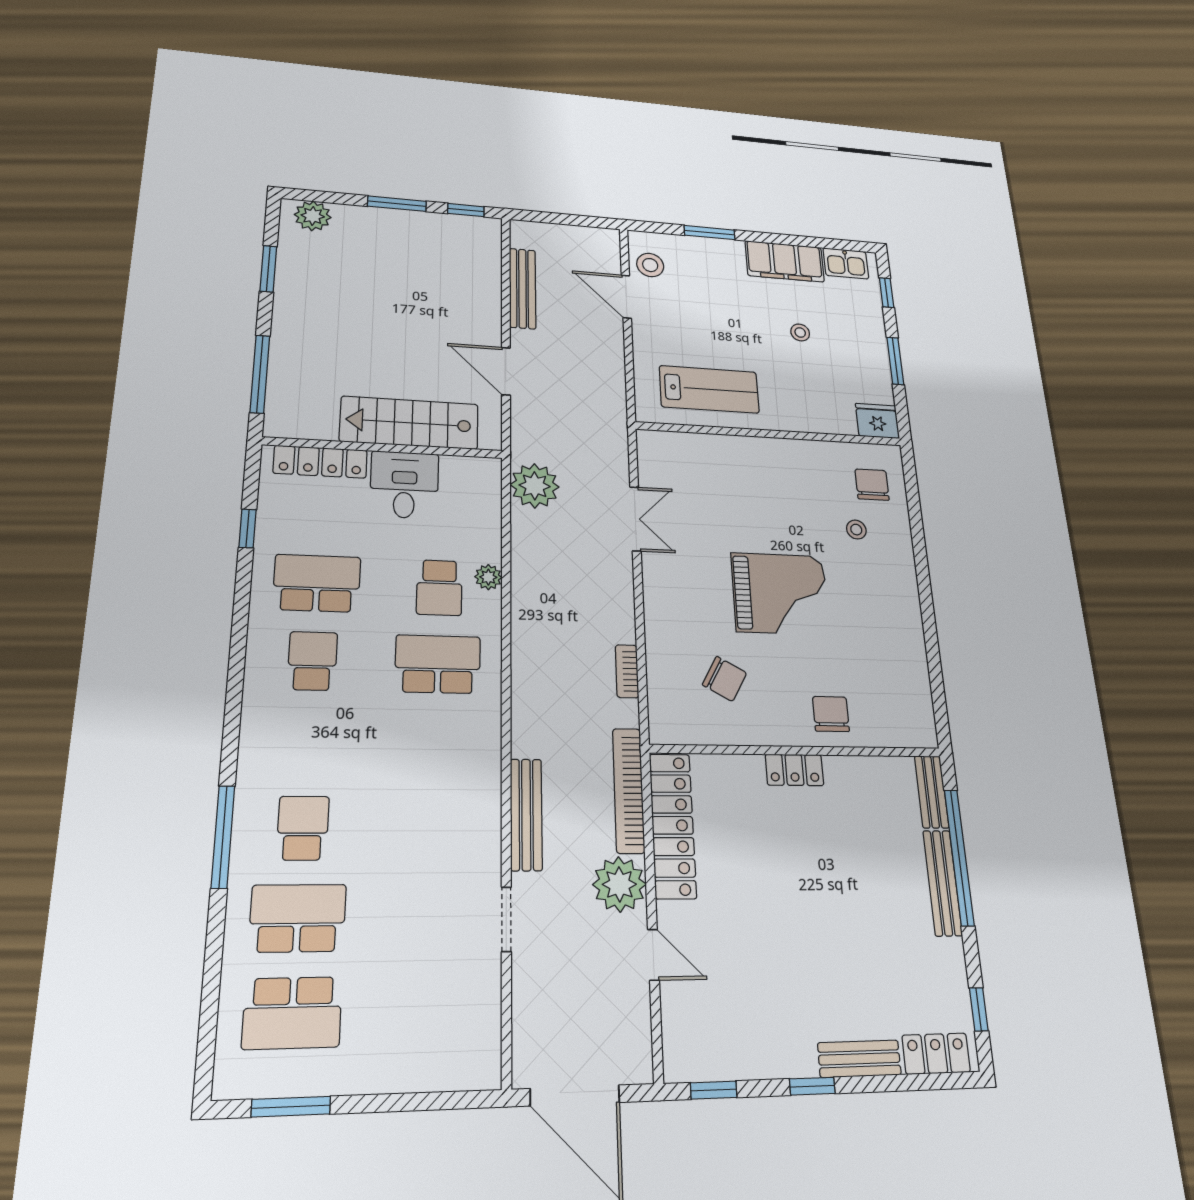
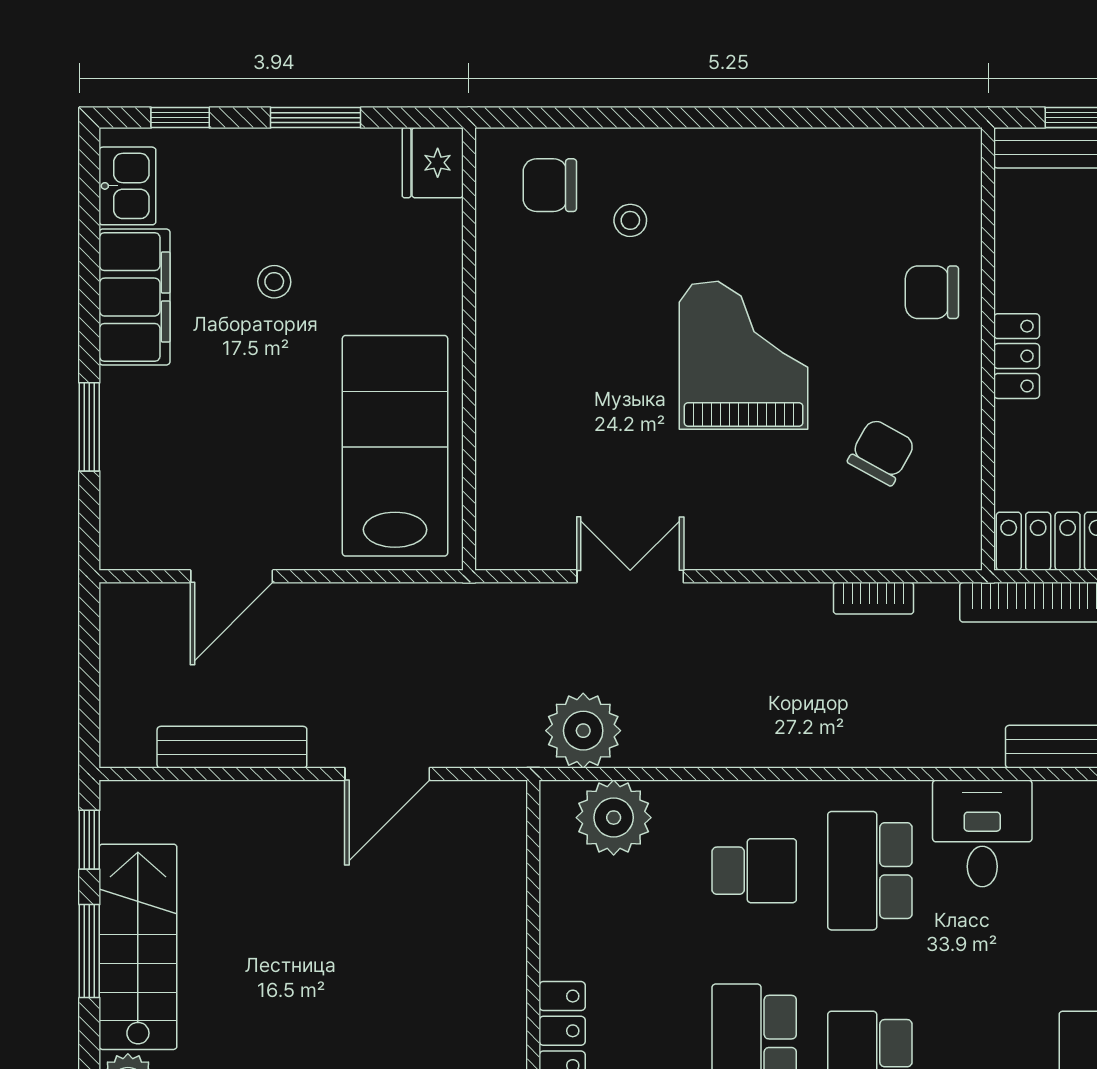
stool: (650, 265) -> (166, 534), removed
lab bench: (709, 389) -> (395, 446), width x1.36, depth x1.39
stairs: (409, 423) -> (138, 947), moved, turned 180
desk: (404, 485) -> (982, 833), moved, turned 90
plant: (488, 577) -> (614, 818), moved, width x1.88, depth x1.88

